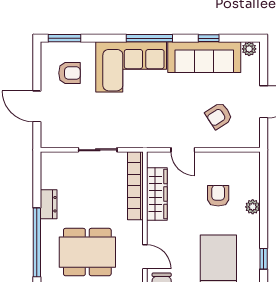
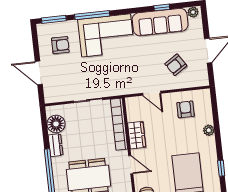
window: (149, 38) -> (92, 15), moved
floor lamp: (52, 176) -> (56, 124), added
wardrobe: (157, 194) -> (137, 135), width x0.67
armchair: (218, 196) -> (185, 109), moved
door: (145, 257) -> (131, 165), moved

